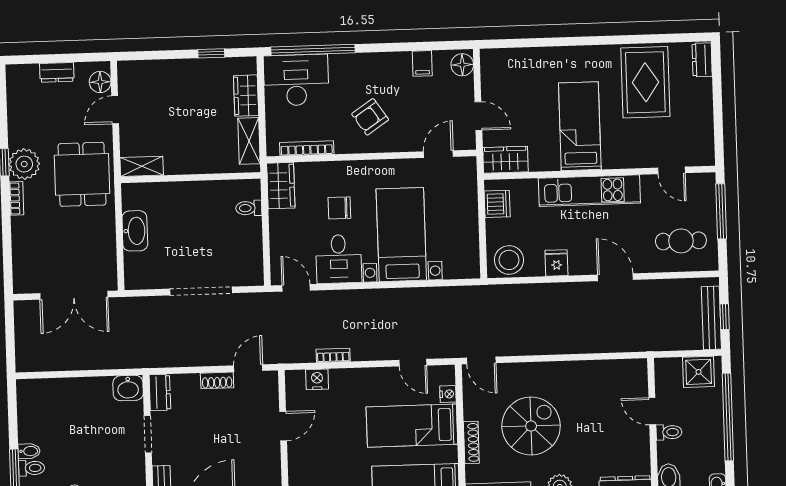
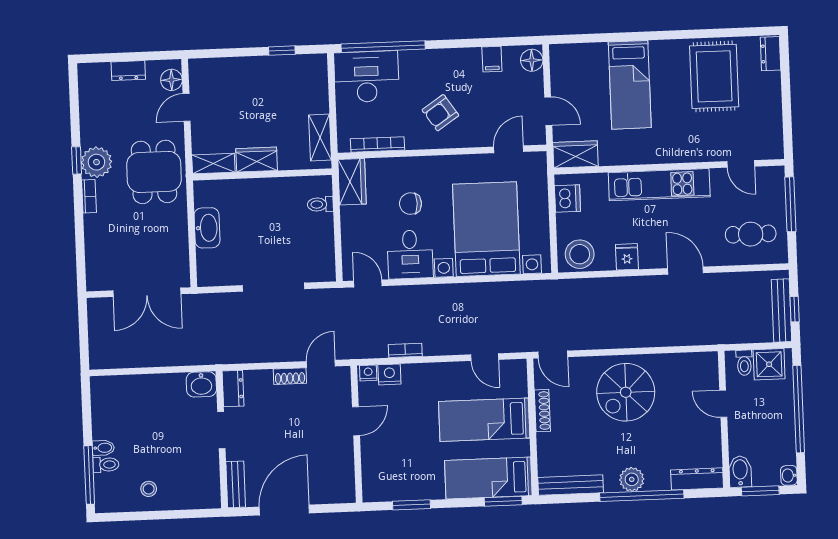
wardrobe: (246, 96) -> (257, 160), moved, turned 90
bed: (580, 126) -> (630, 85), moved, turned 180
bed with nightstands: (401, 235) -> (486, 229), width x1.36
nightstand: (448, 394) -> (368, 373), moved, turned -90
spiral stairs: (531, 426) -> (626, 392), moved, turned 180
toilet: (669, 432) -> (744, 363), moved, turned 90
shoe rack: (471, 442) -> (542, 411), moved

